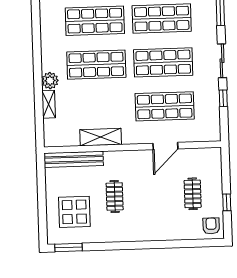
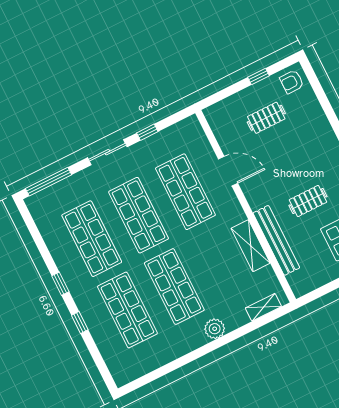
shelving: (49, 104) -> (263, 307), moved
bench: (74, 159) -> (276, 240), moved

